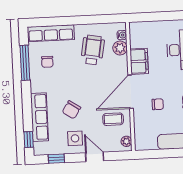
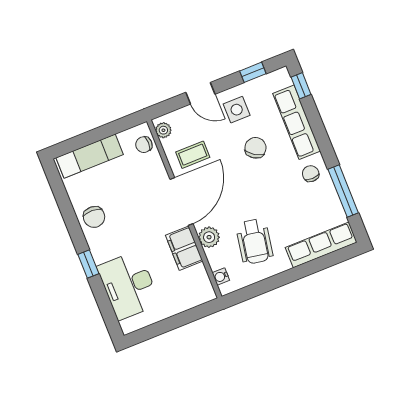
plant: (120, 48) -> (209, 237), moved
chair: (47, 62) -> (311, 174), moved
chair: (158, 104) -> (144, 145), moved

